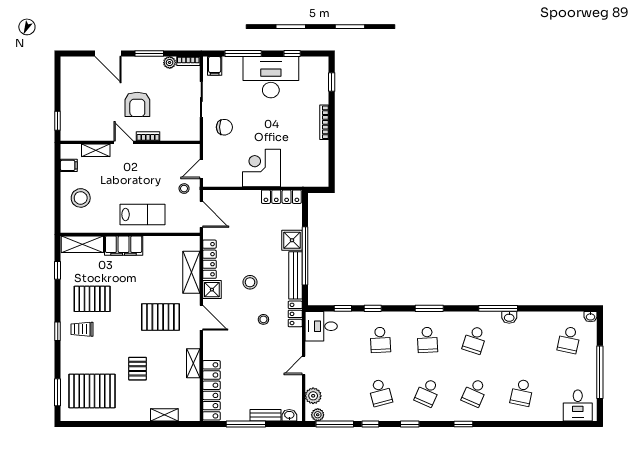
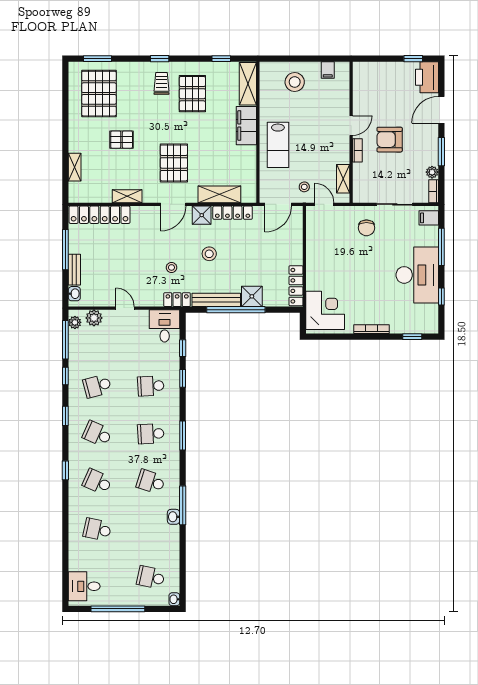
printer: (76, 68) -> (427, 77), added
window: (58, 121) -> (413, 59), moved
shelving: (96, 150) -> (343, 179), moved
corner desk: (262, 168) -> (325, 310), moved

